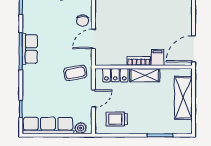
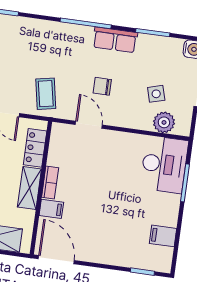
chair: (83, 21) -> (102, 86), moved
row of seats: (30, 49) -> (115, 40), moved

